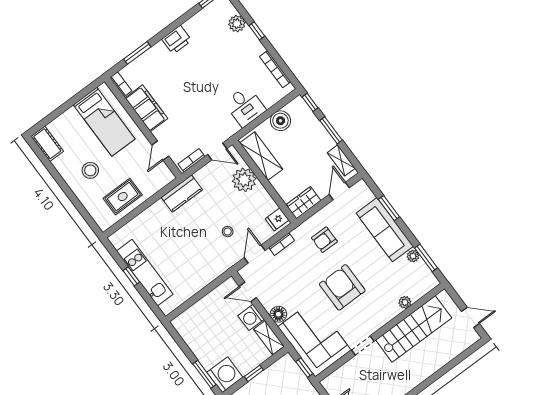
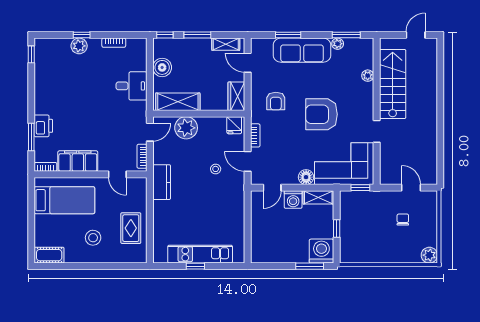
plant: (237, 24) -> (79, 46), moved
printer: (177, 40) -> (43, 126), moved
bookcase: (275, 69) -> (114, 43), width x0.64

